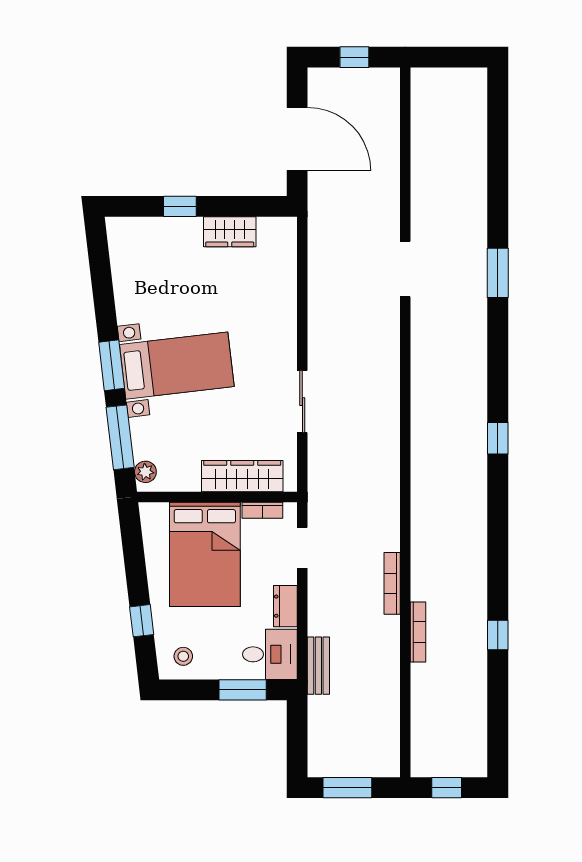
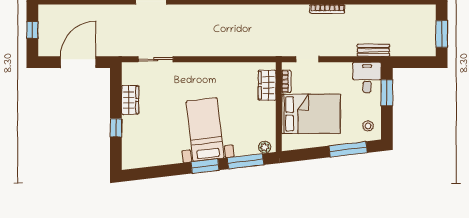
sliding door: (302, 402) -> (156, 59), moved
wardrobe: (242, 476) -> (267, 85), width x0.67
dresser: (285, 606) -> (340, 69), removed
window: (142, 621) -> (348, 149), width x2.17

